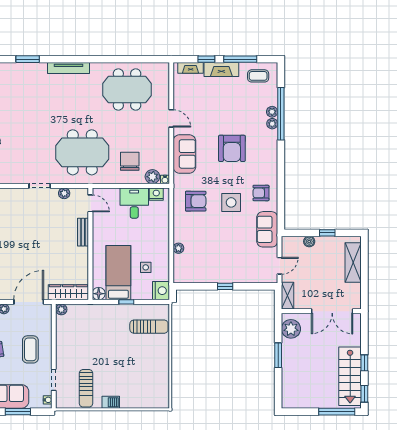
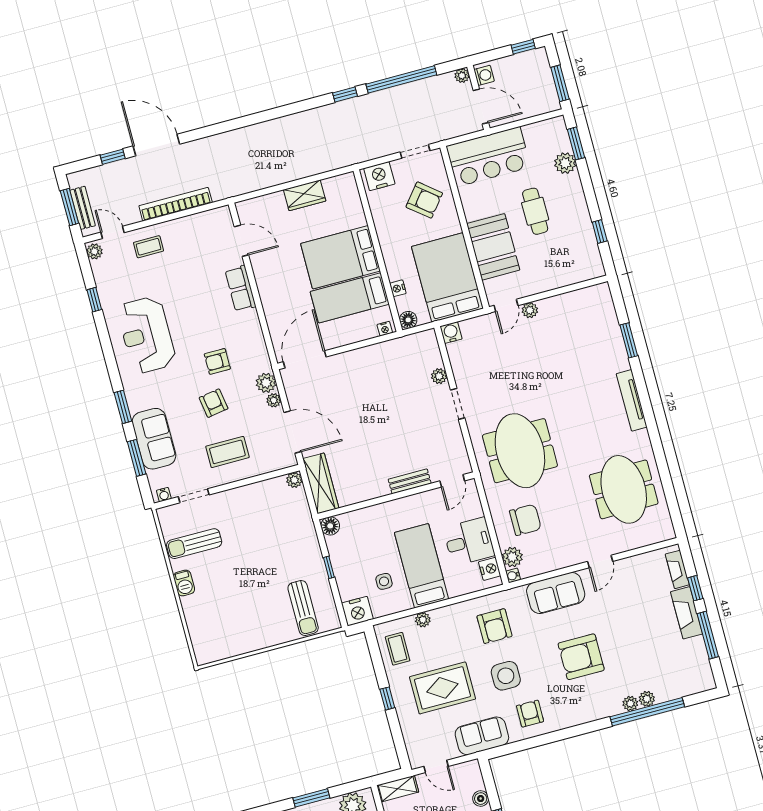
coffee table: (258, 76) -> (398, 649), moved
plant: (64, 193) -> (439, 376), moved
rug: (228, 247) -> (442, 688), added
bed: (118, 273) -> (421, 566), moved, turned -90

